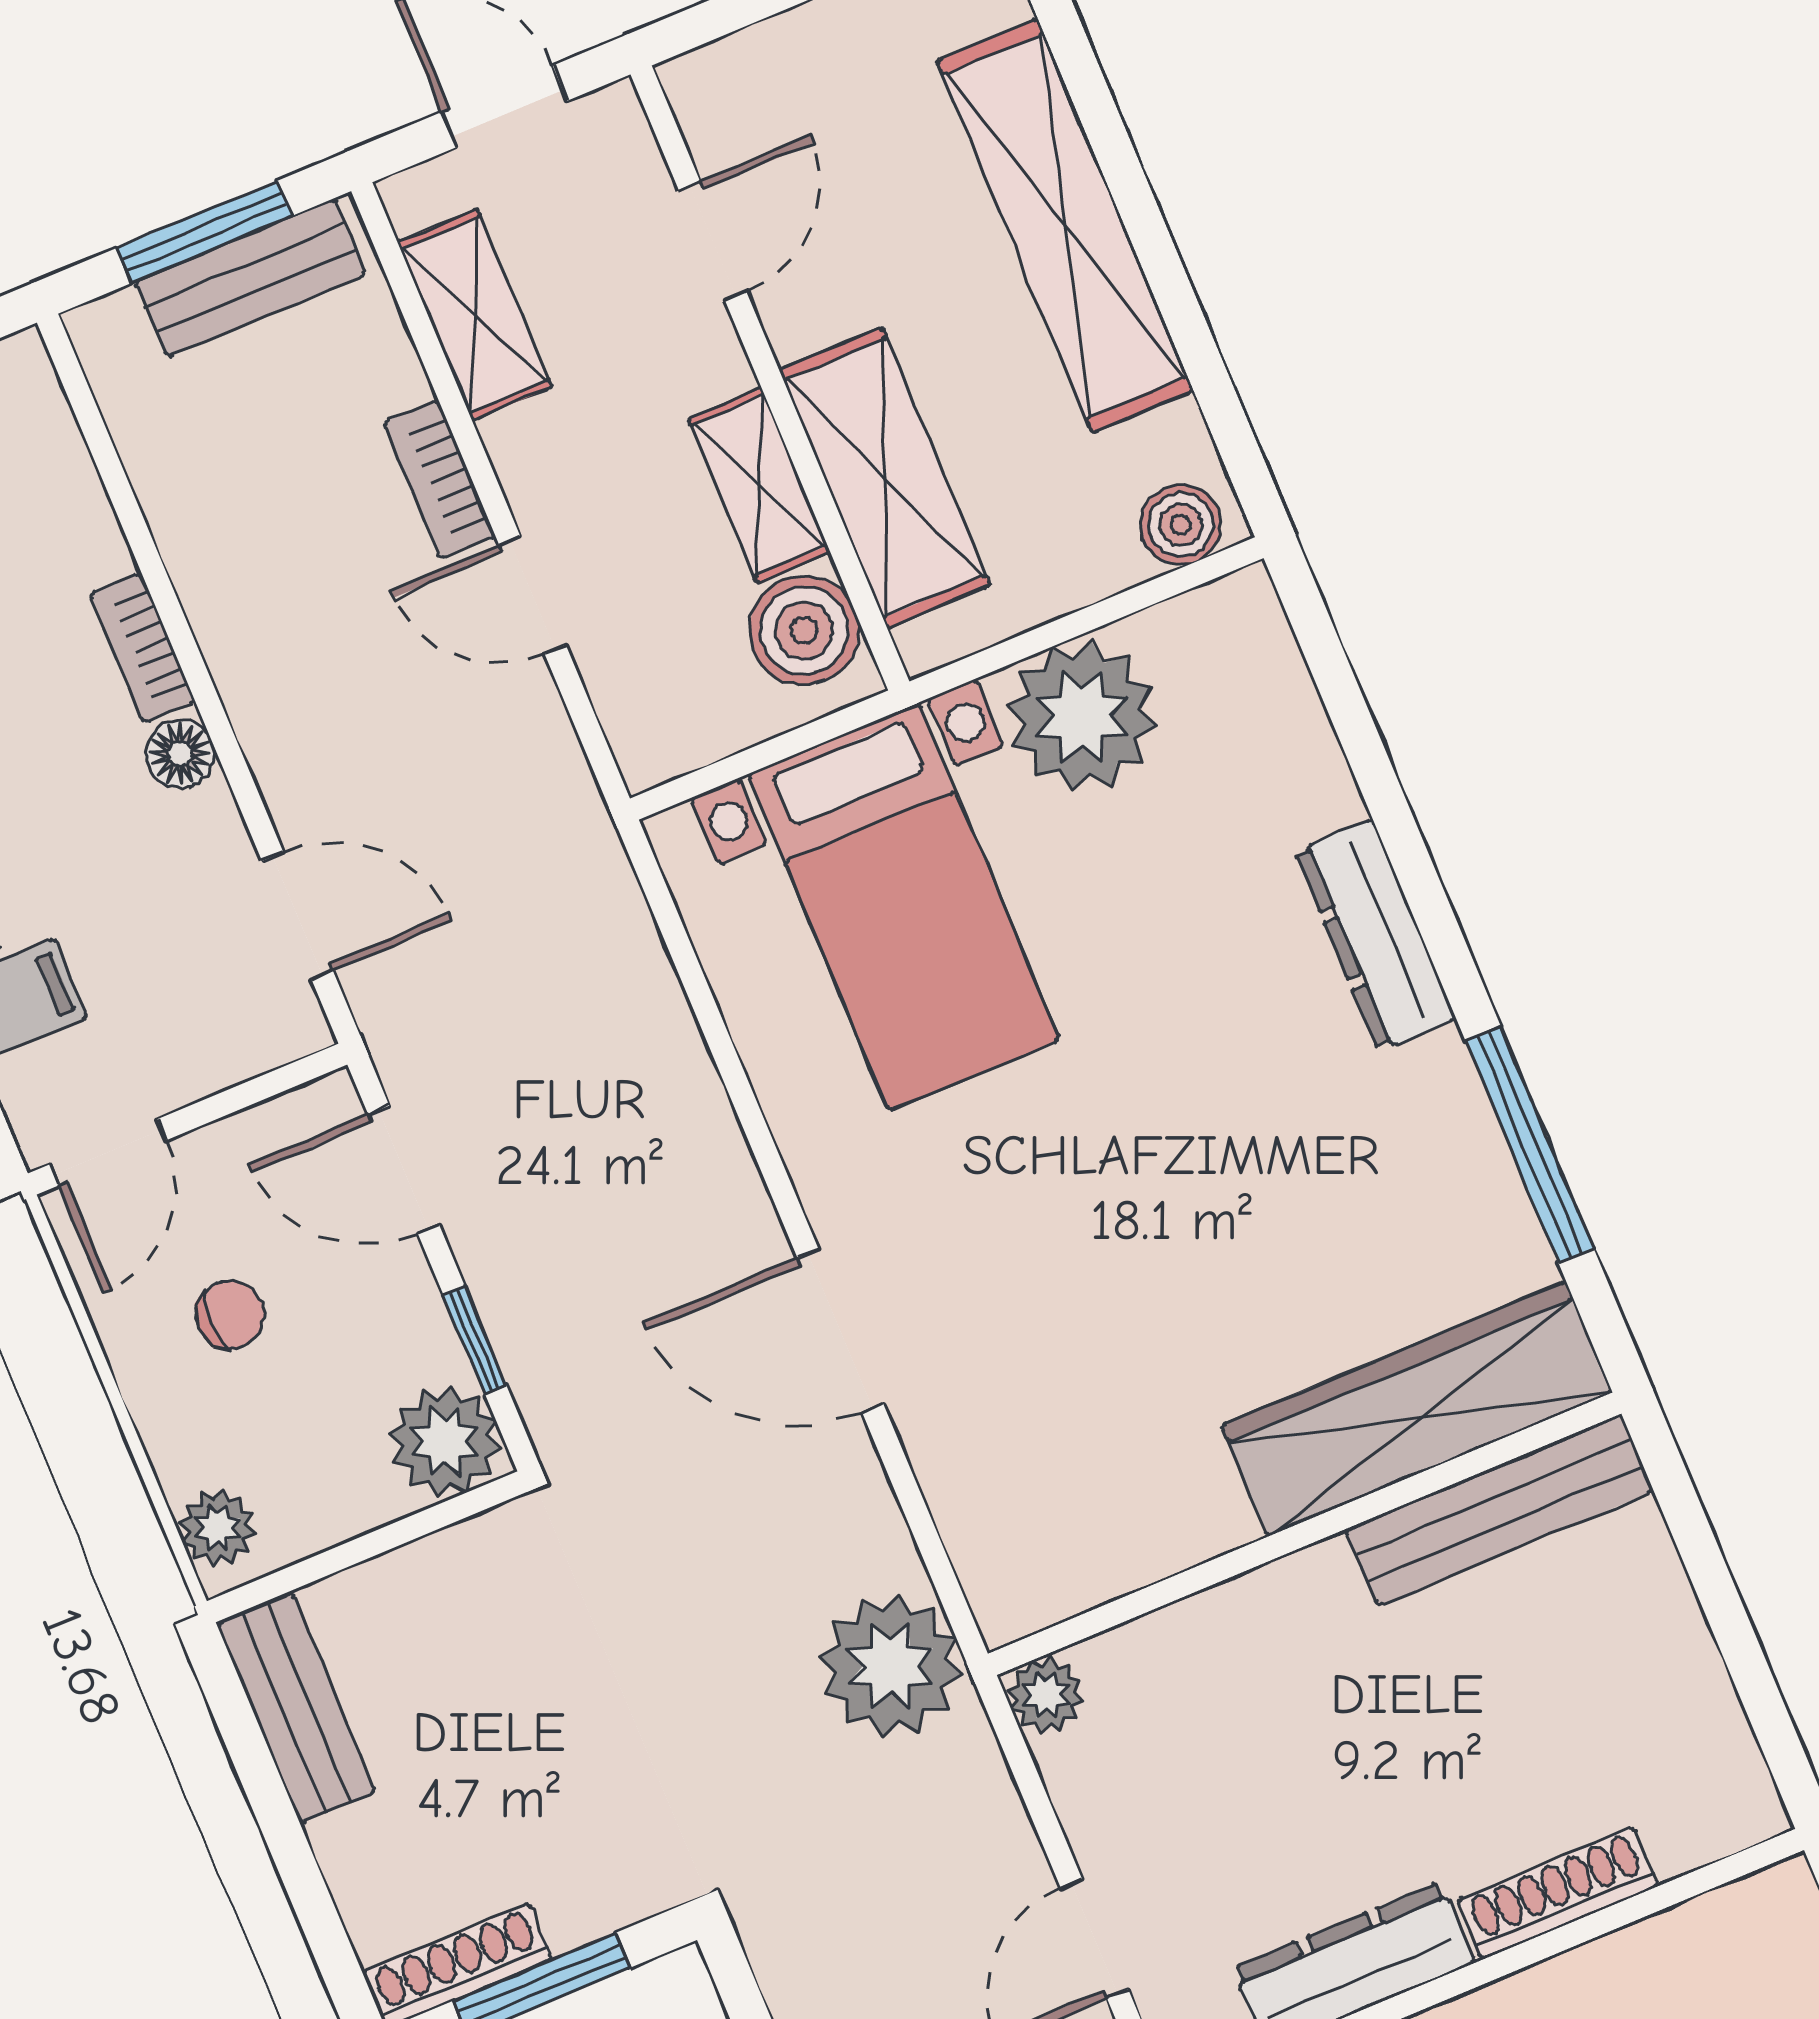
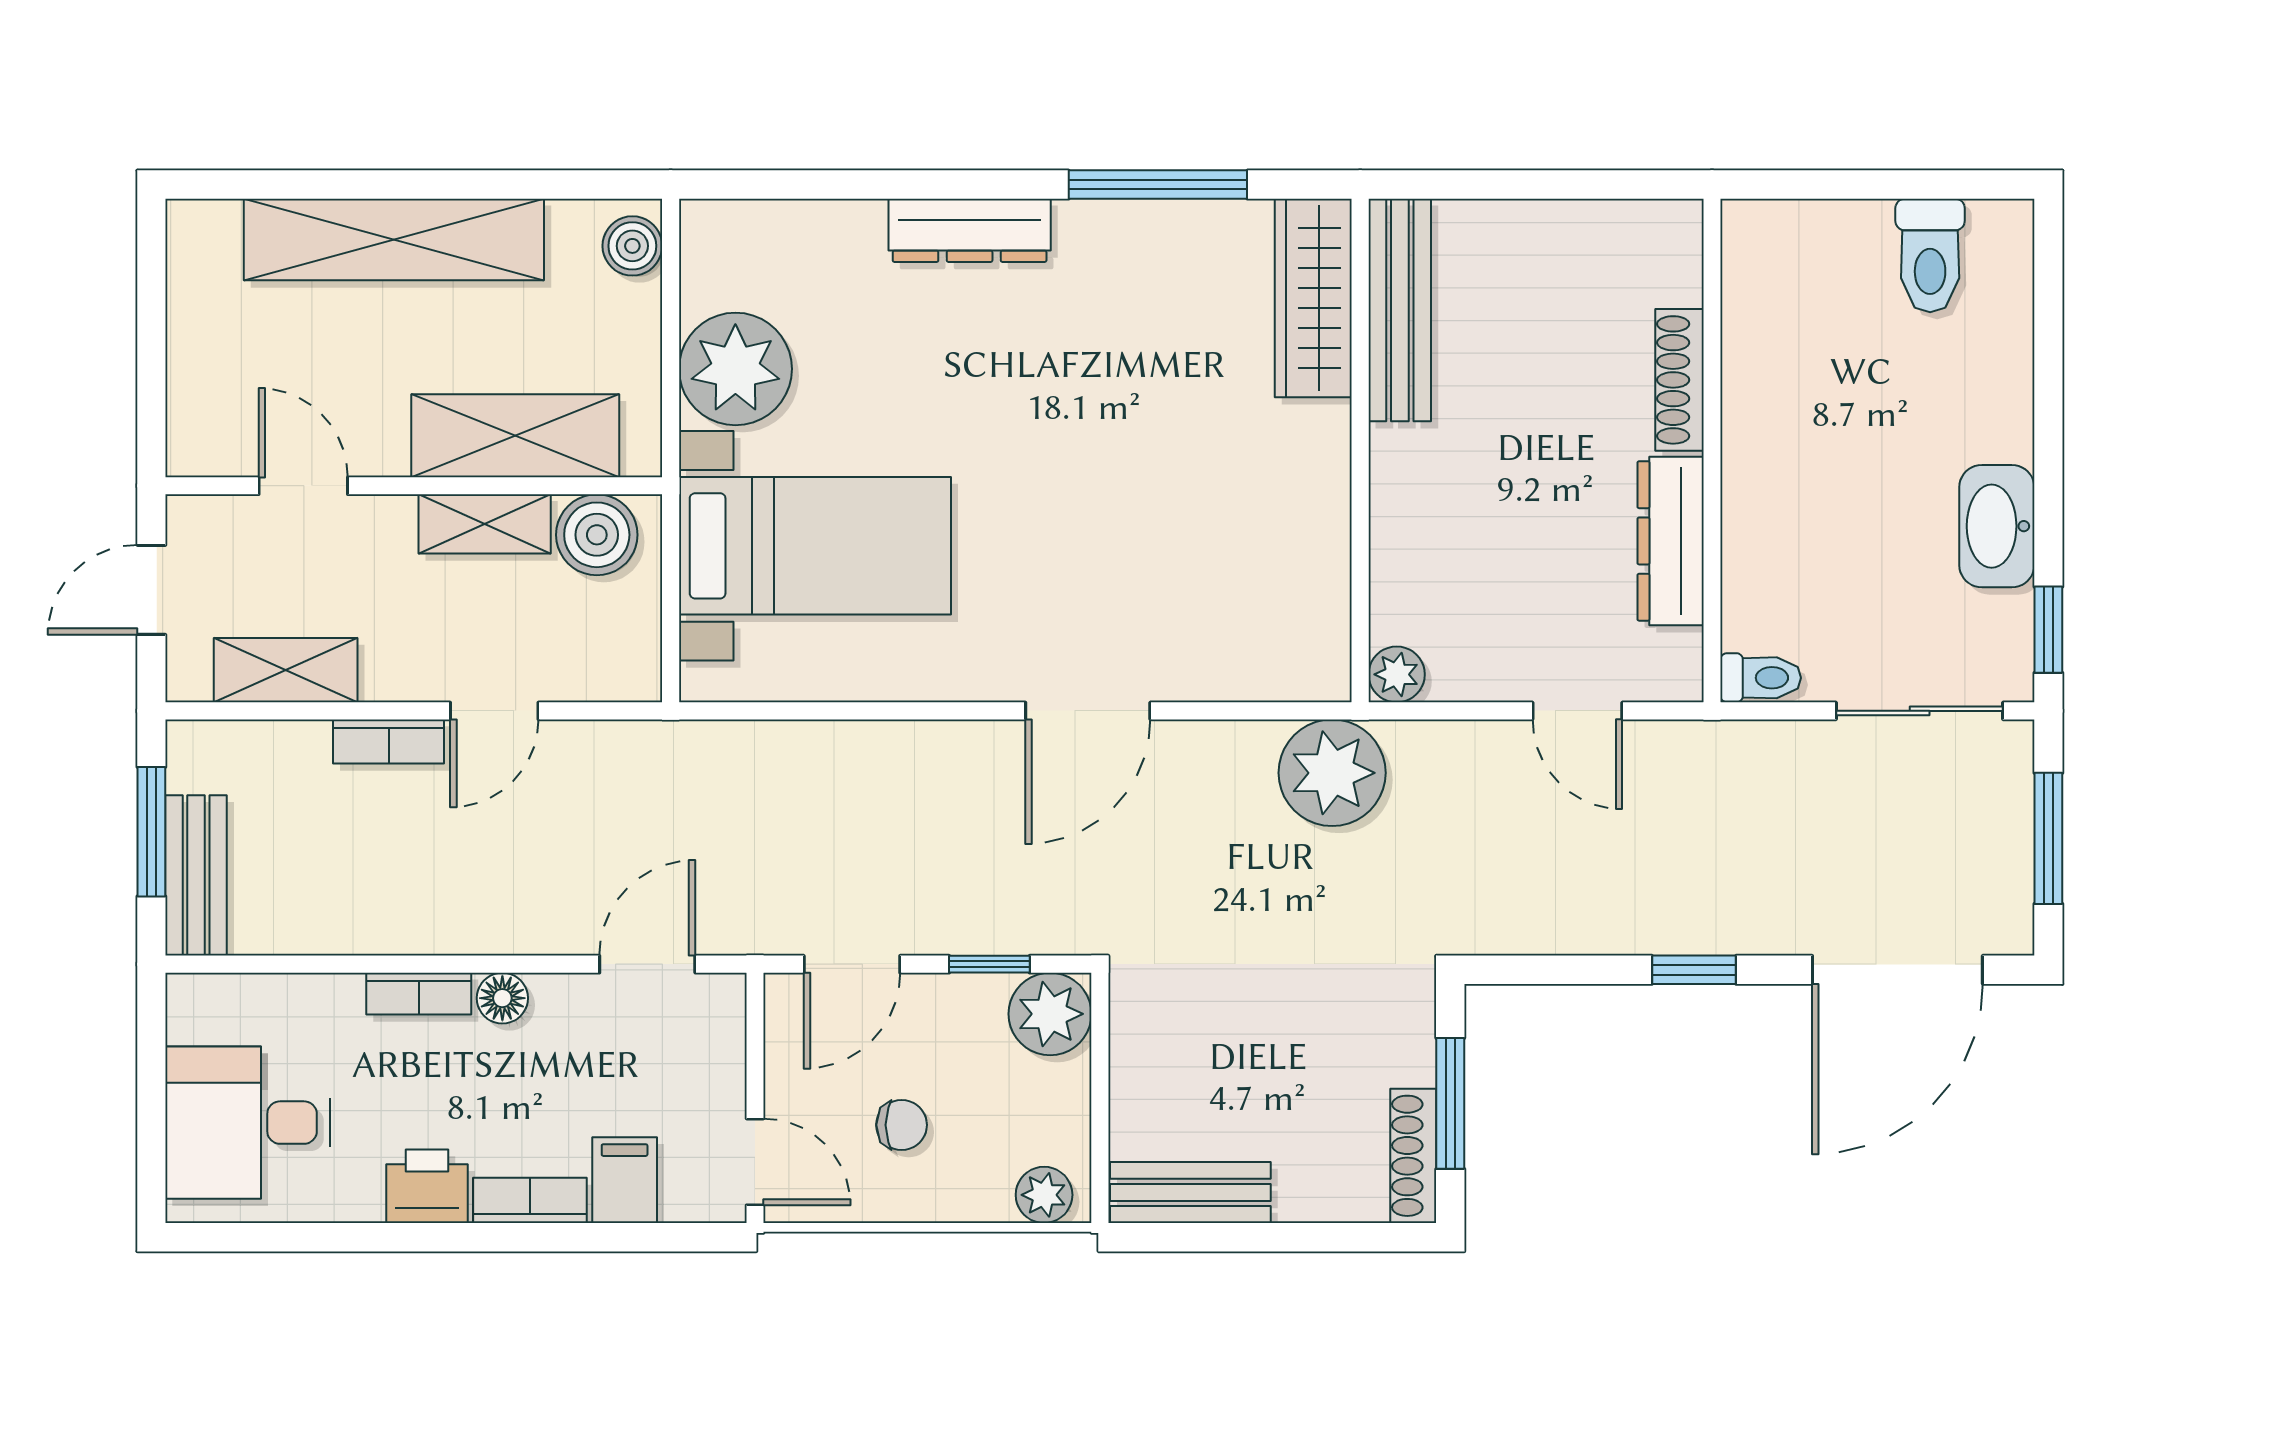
bench: (251, 278) -> (196, 875), moved
chair: (230, 1315) -> (902, 1125), turned 90
wardrobe: (1417, 1409) -> (1313, 298), width x0.71, depth x0.85

